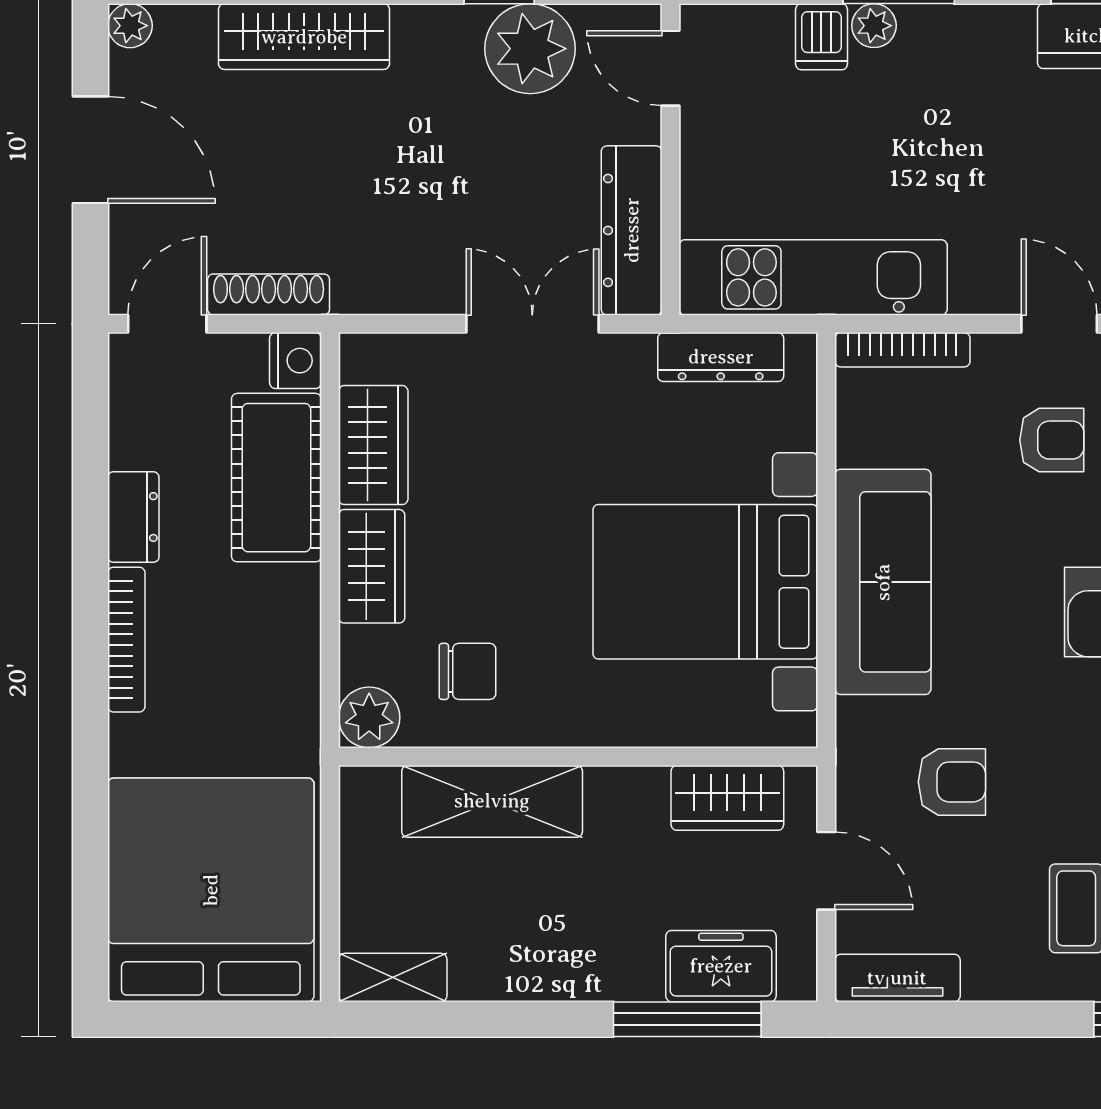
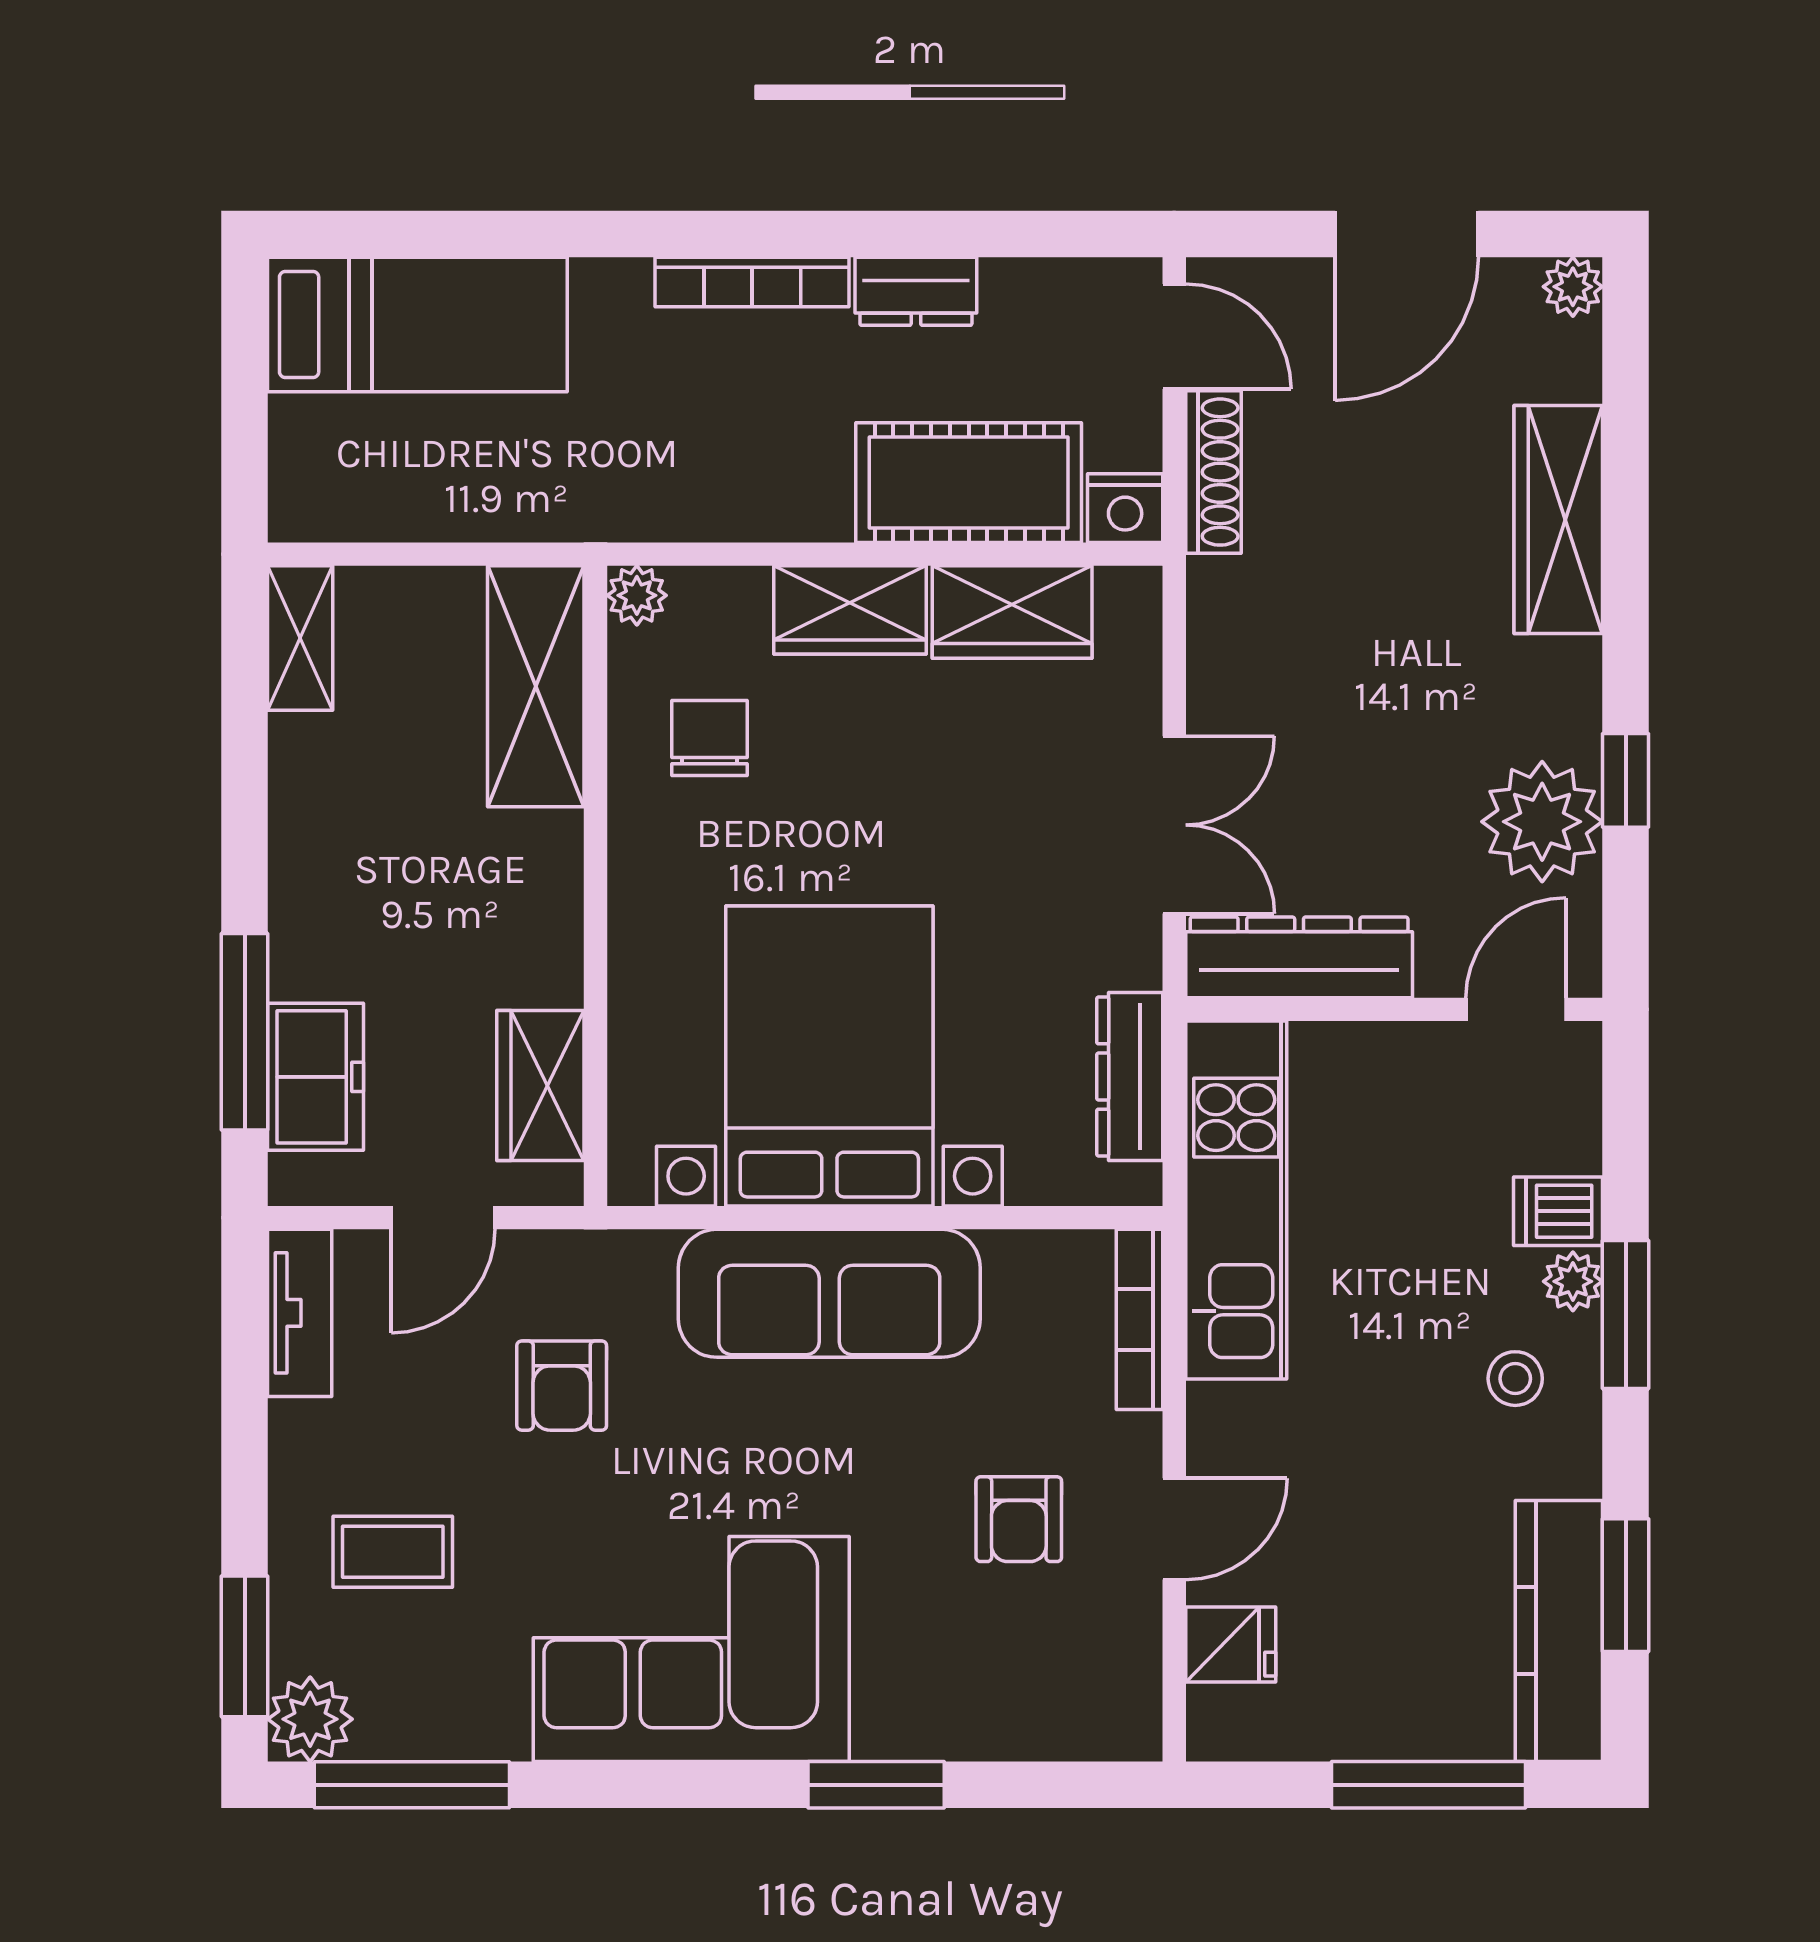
stool: (947, 69) -> (1515, 1379), added
chair: (467, 671) -> (710, 738), turned 180
plant: (369, 717) -> (637, 595), width x0.73, depth x0.73
shelving: (492, 801) -> (536, 686), moved
bed: (211, 890) -> (417, 325), width x0.49

